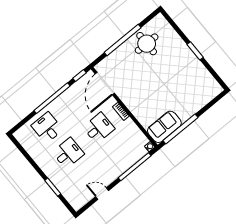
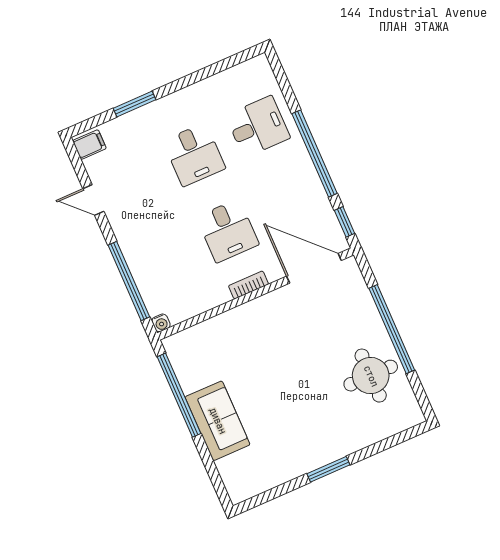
sofa: (164, 127) -> (218, 421), moved
door: (102, 194) -> (93, 200), swing flipped
filing cabinet: (77, 203) -> (89, 145), added

